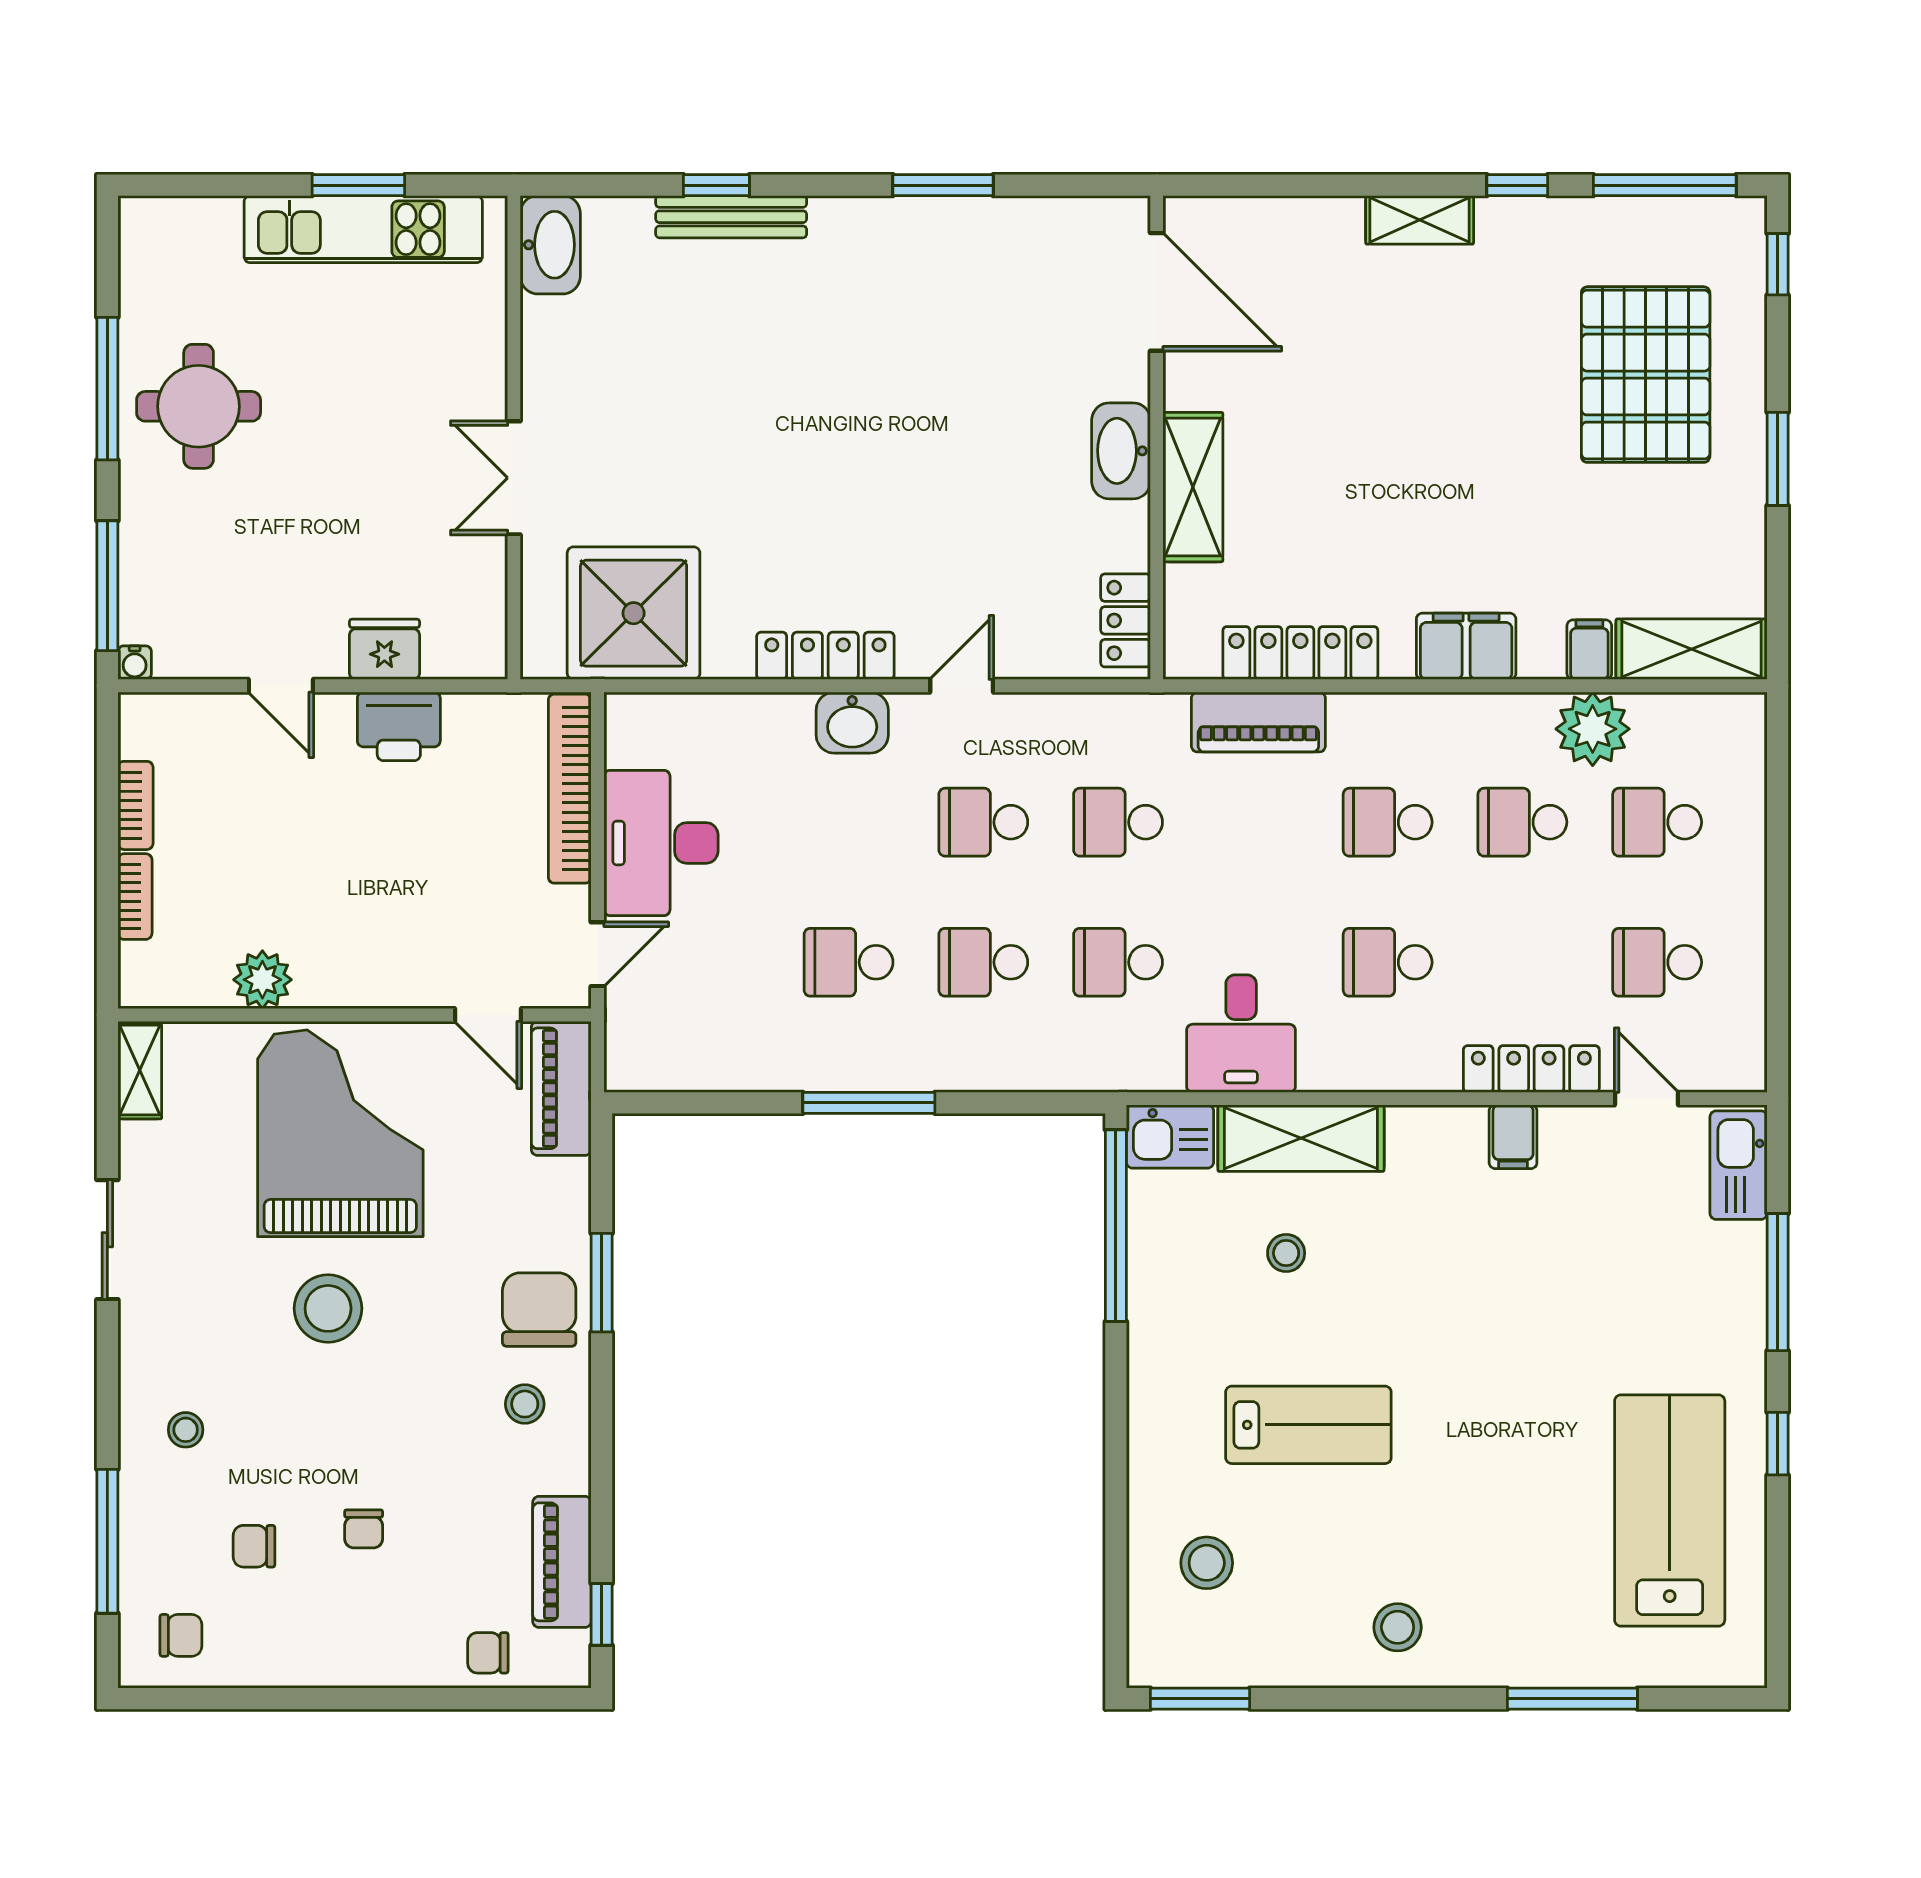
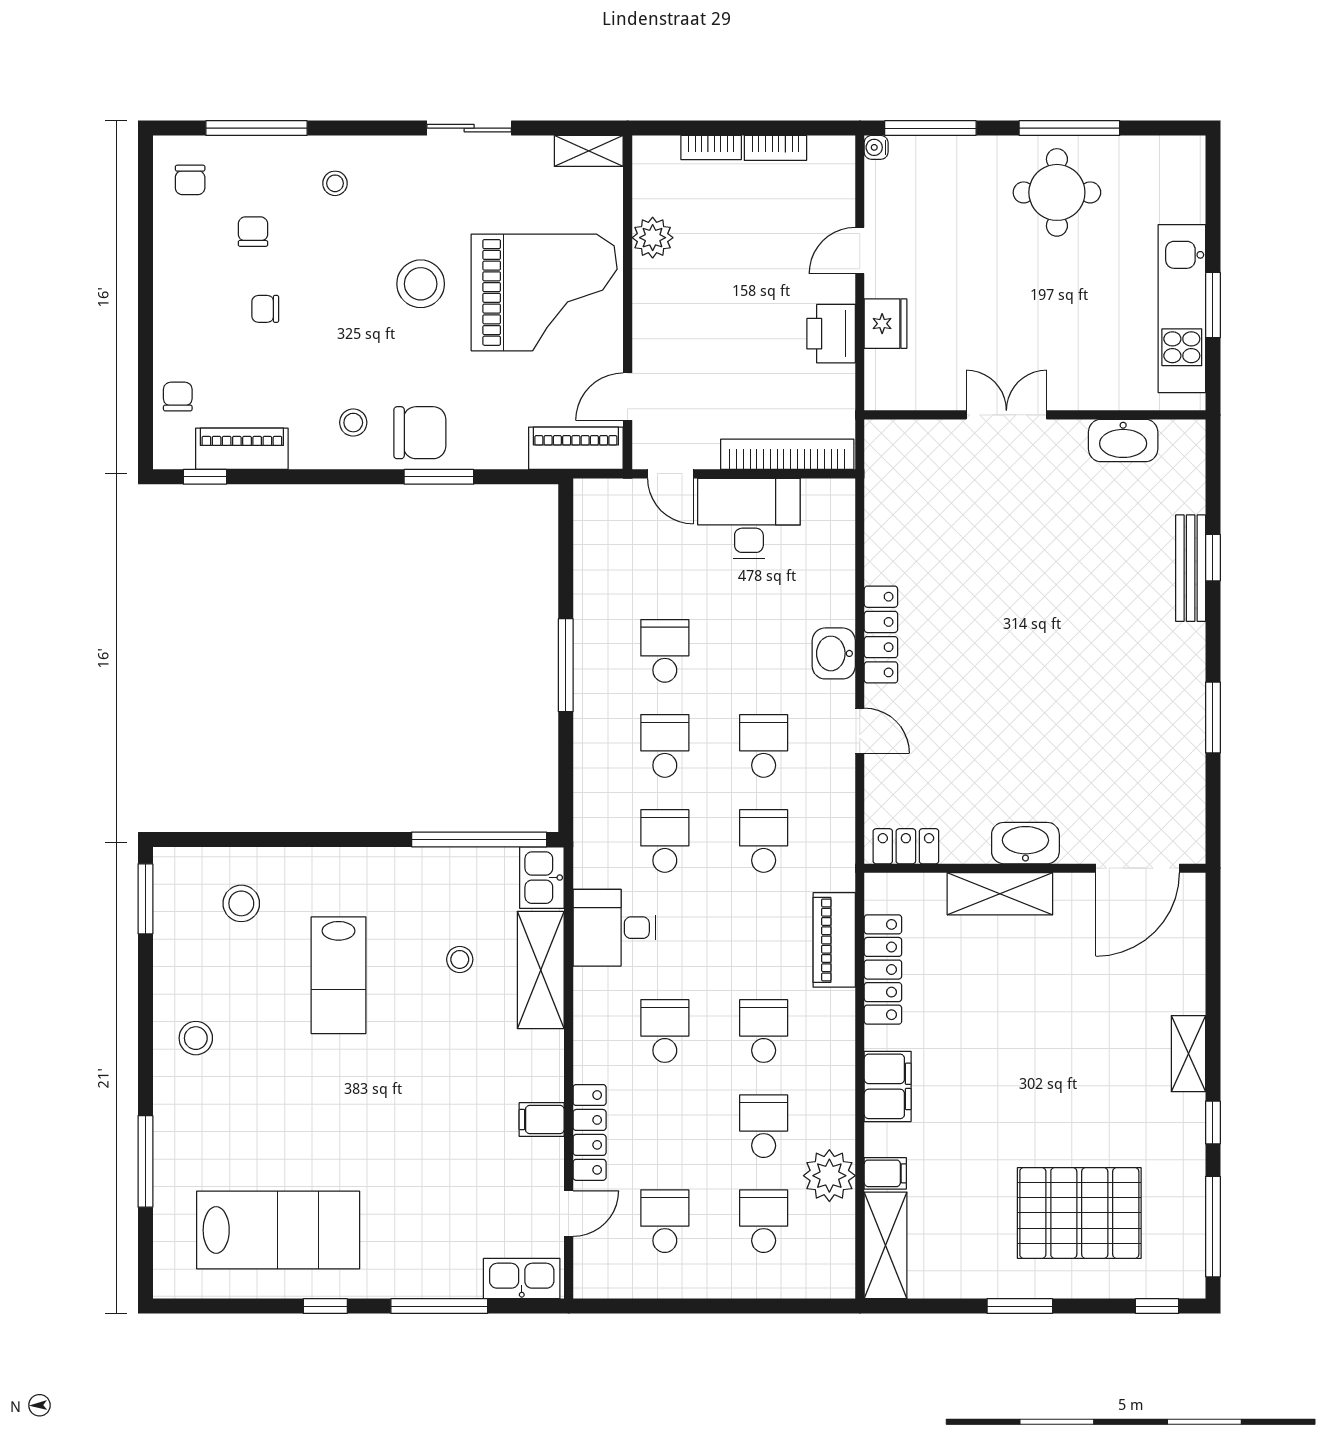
washbasin: (550, 245) -> (1123, 441), moved
shower: (634, 613) -> (911, 499), removed

